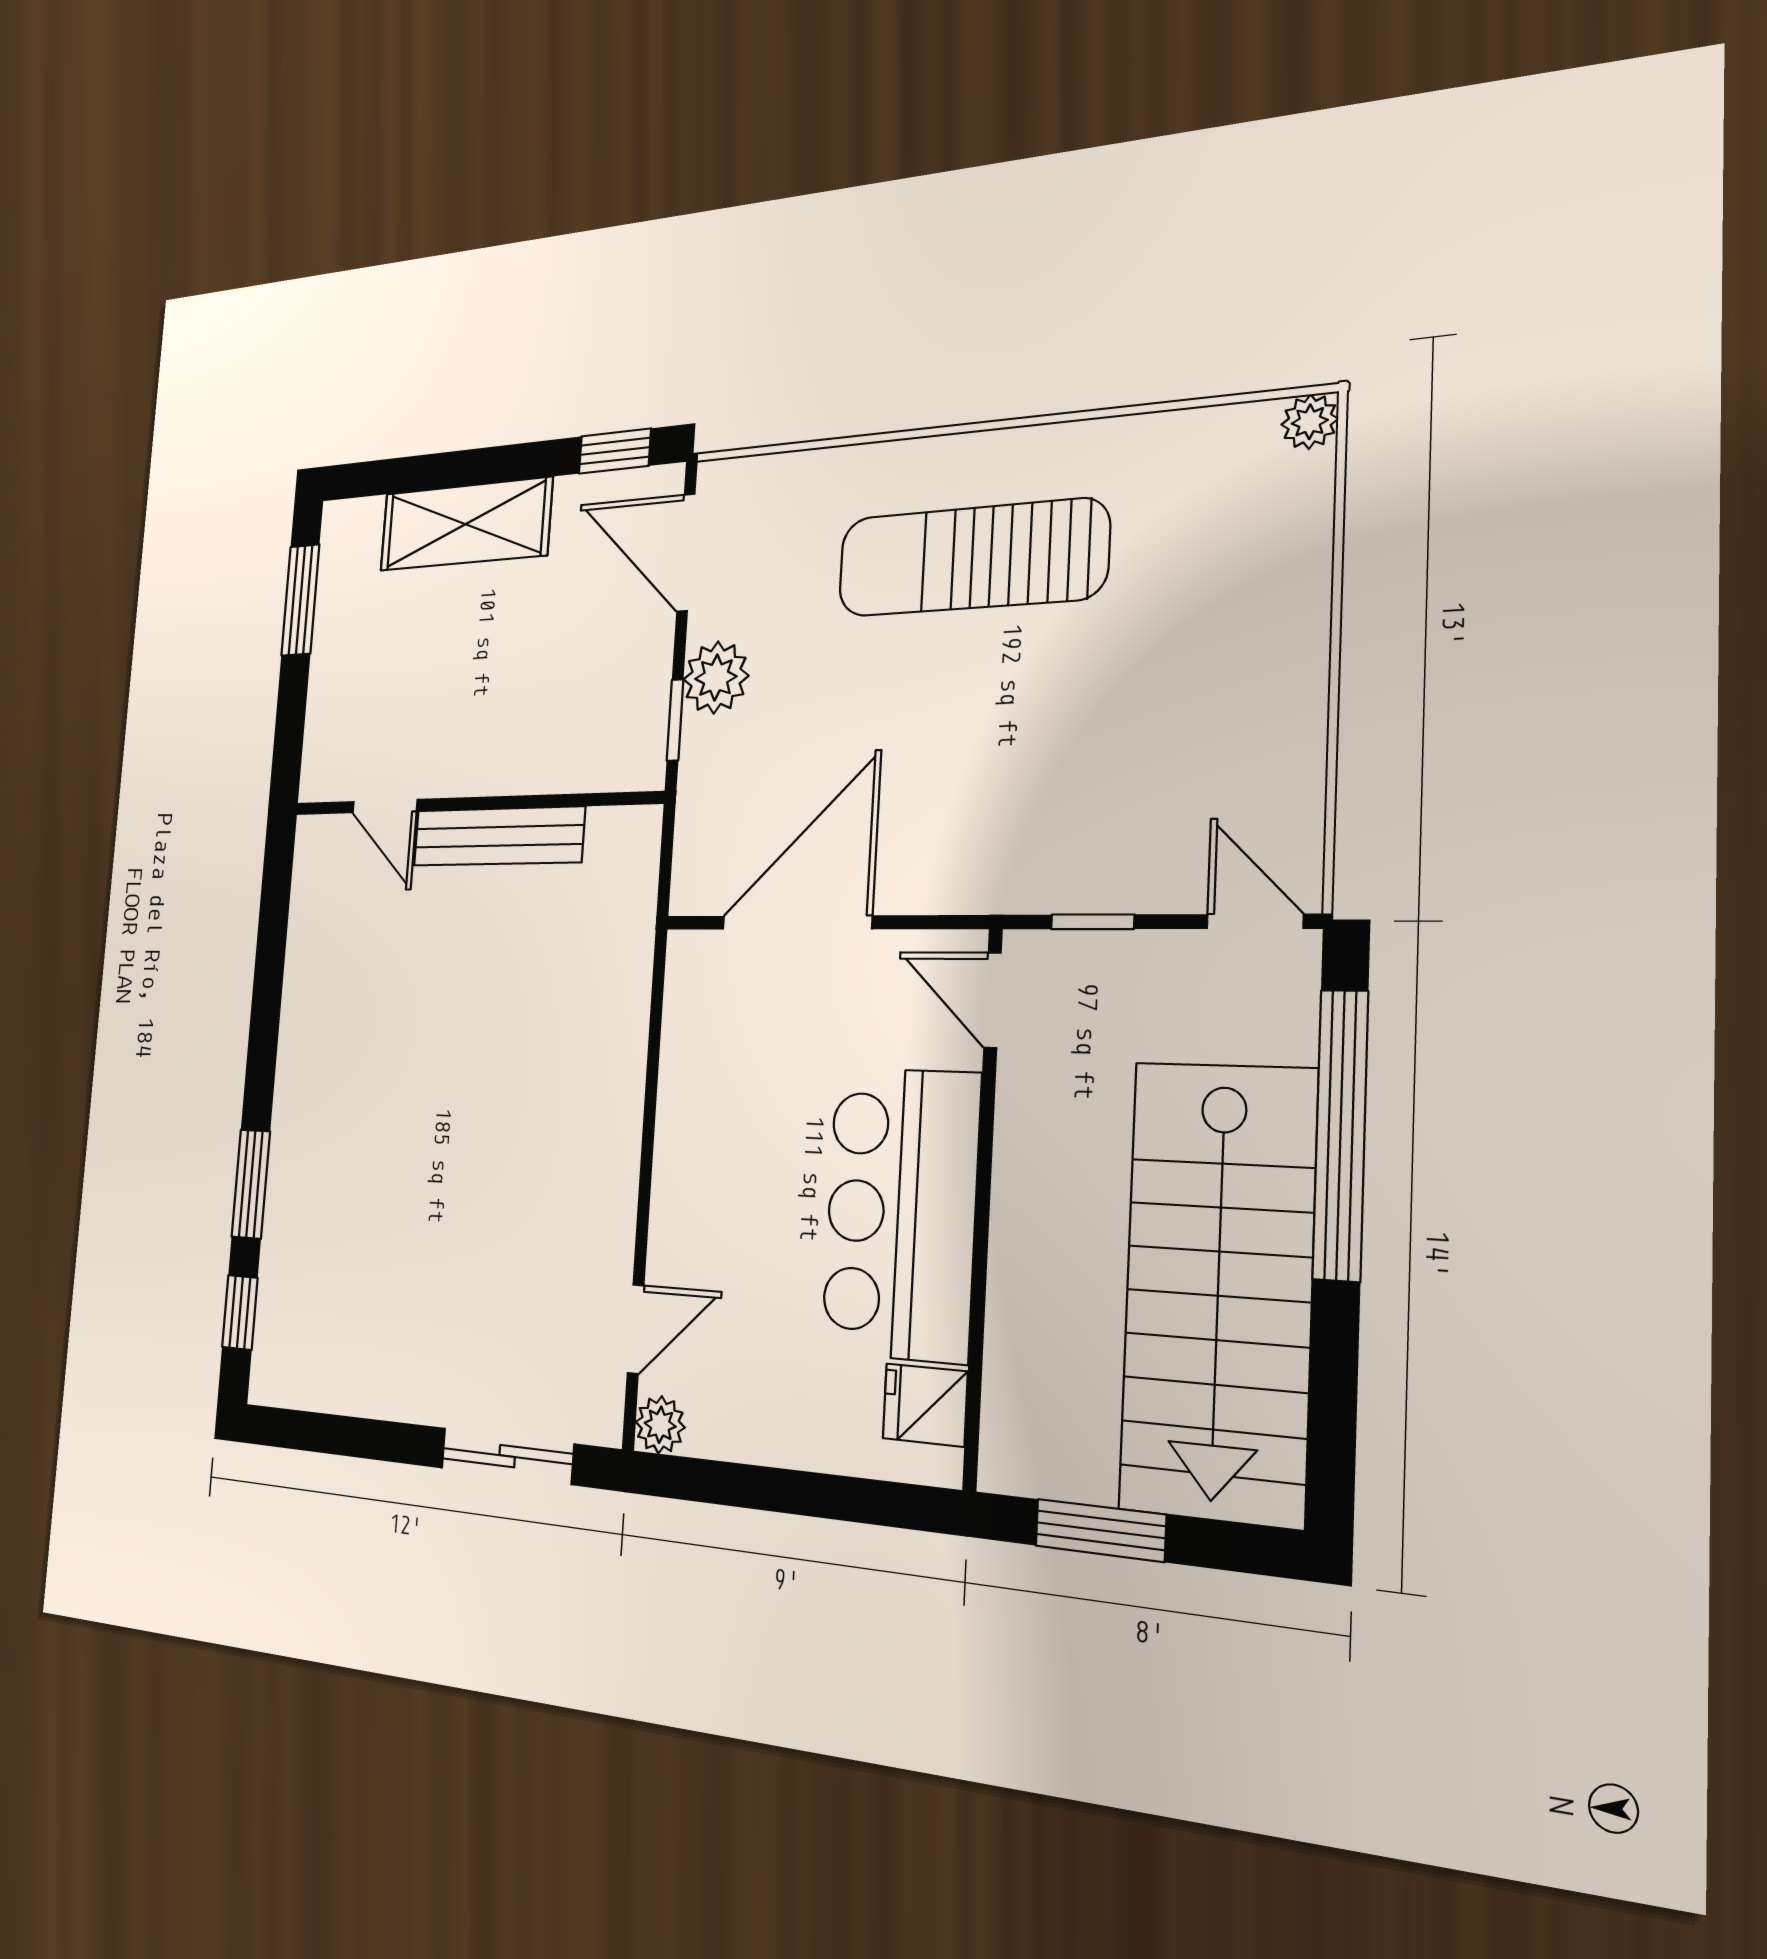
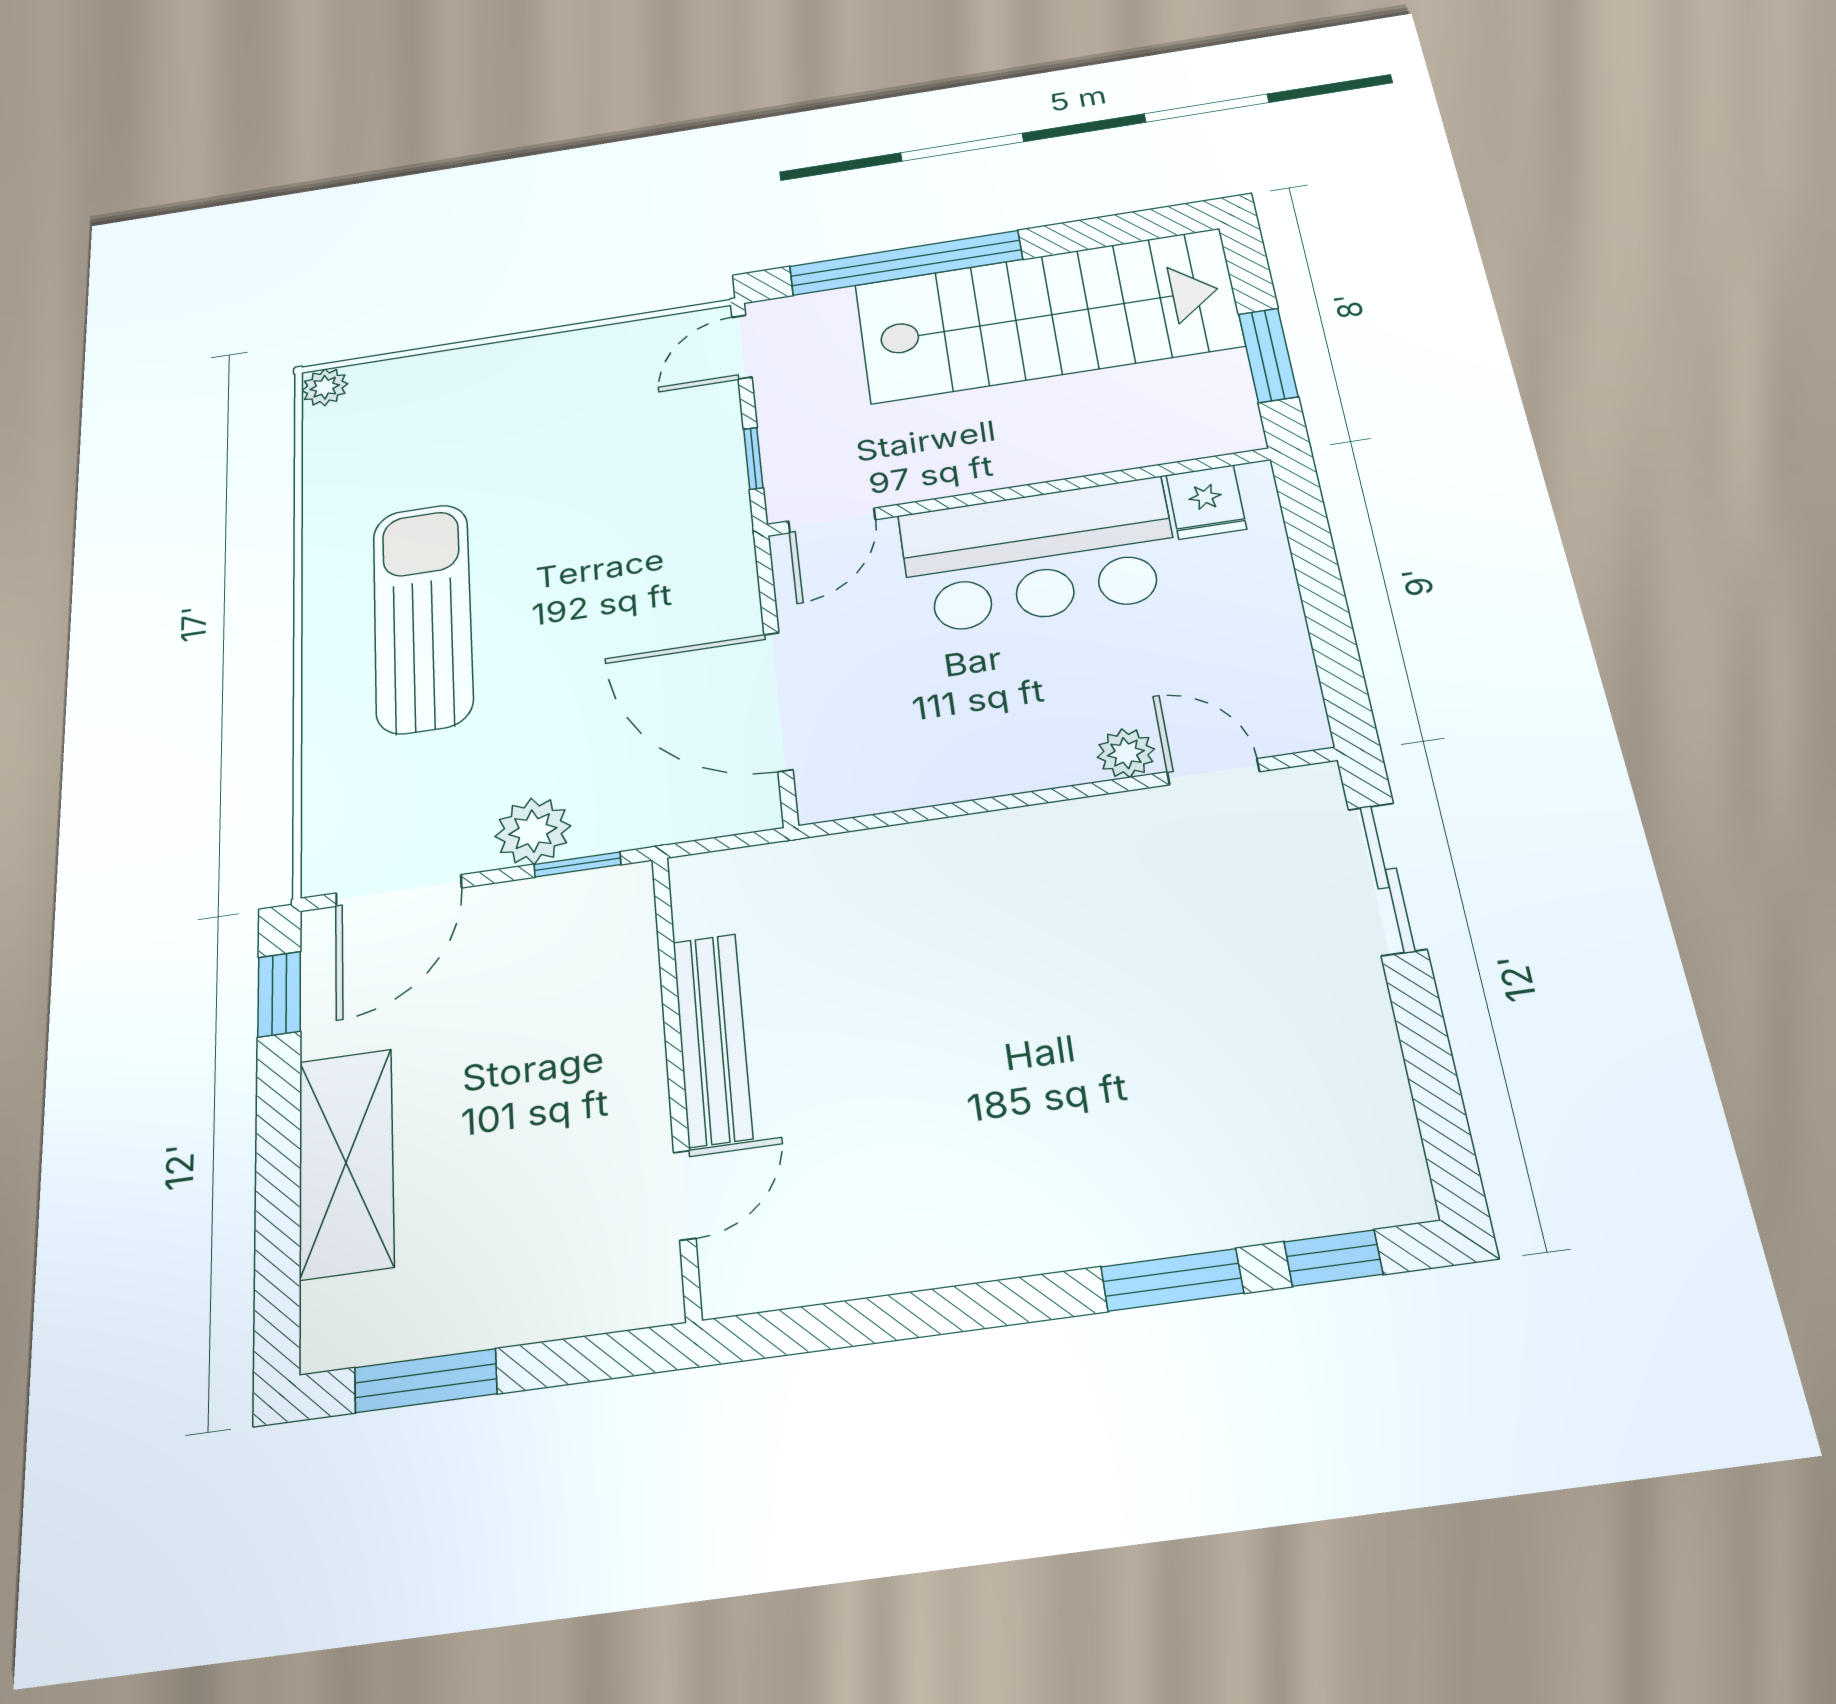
sun lounger: (971, 558) -> (423, 617), turned 180
plant: (660, 1425) -> (1126, 753), moved

